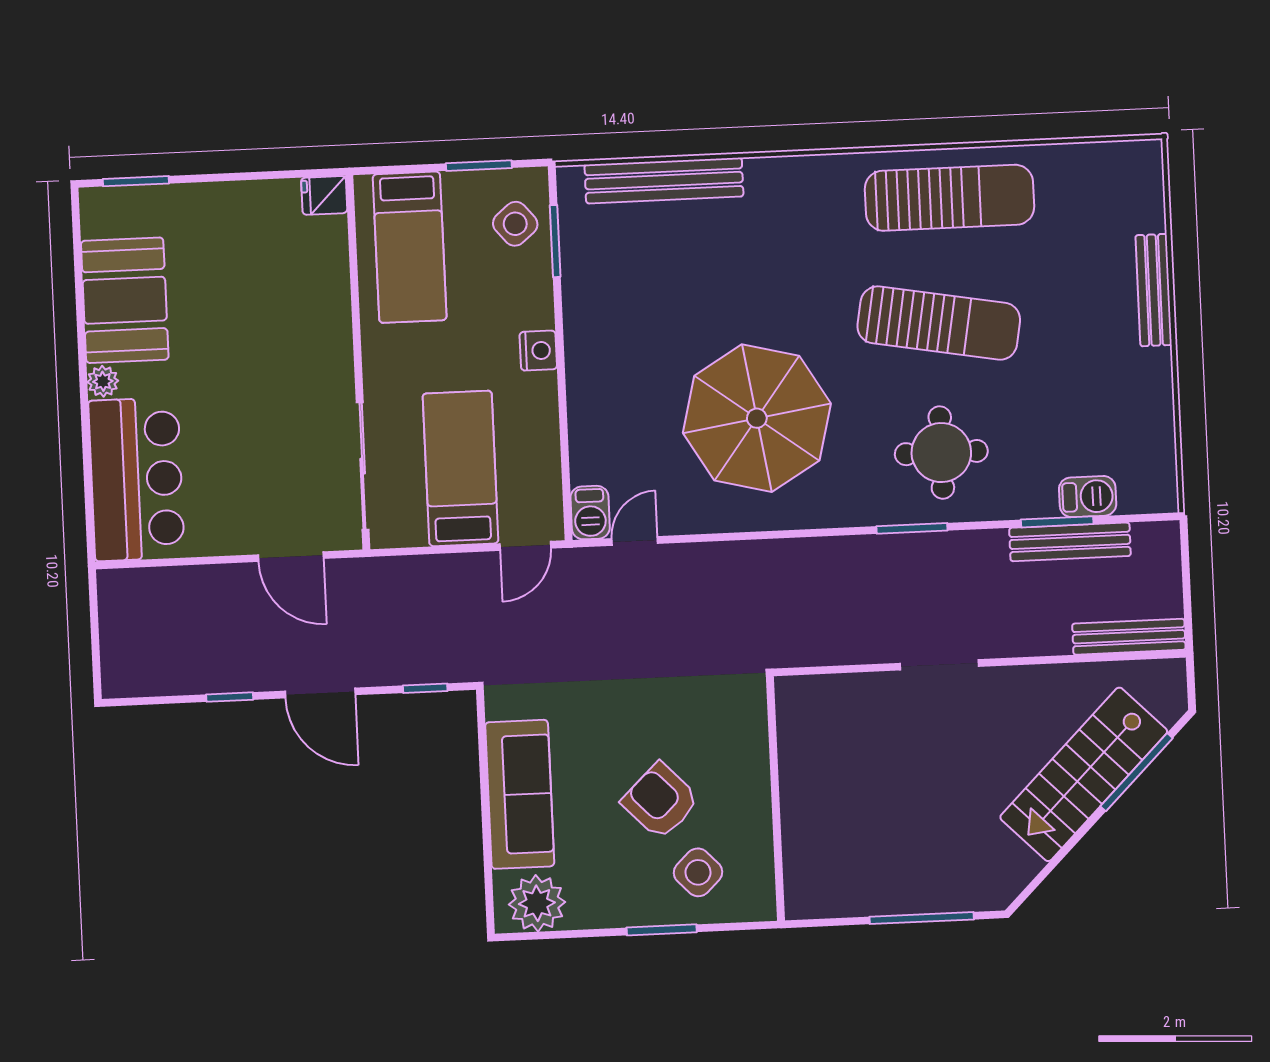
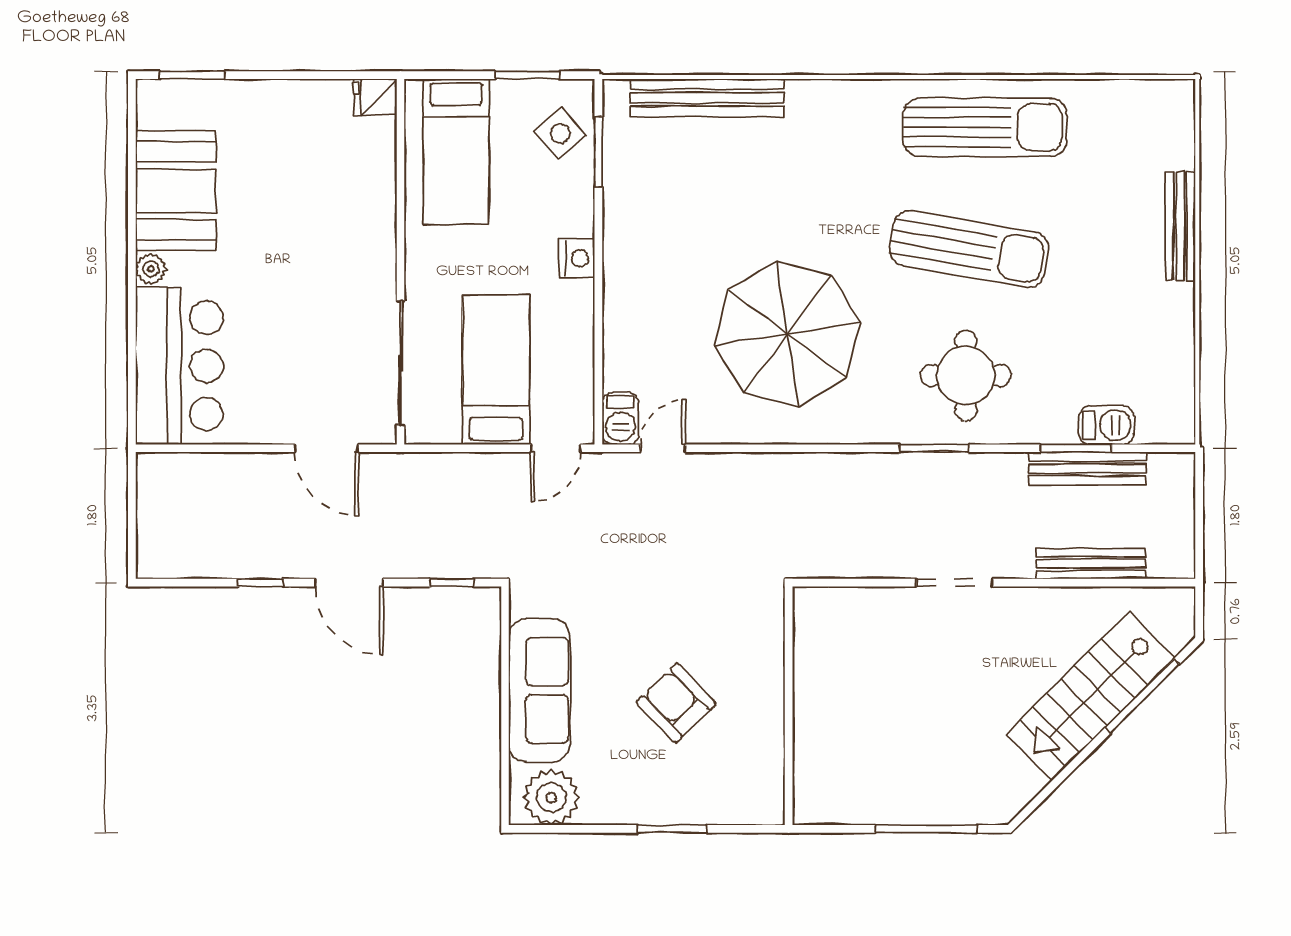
bench: (1129, 637) -> (1091, 564), moved
side table: (698, 872) -> (710, 774), removed

